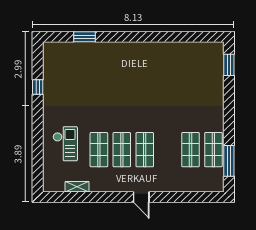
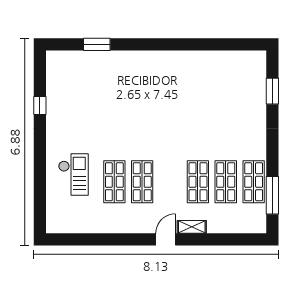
window: (229, 65) -> (272, 91), moved
shop shelf: (145, 150) -> (198, 182), moved
shelving: (77, 187) -> (192, 227), moved
door: (141, 197) -> (166, 239), swing flipped

